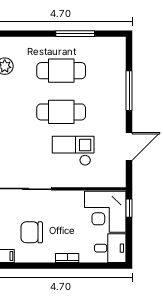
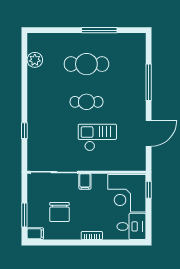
cafe table: (61, 112) -> (86, 102), width x0.73, depth x0.74
filing cabinet: (60, 199) -> (85, 181), added
chair: (32, 232) -> (59, 212), turned -90

